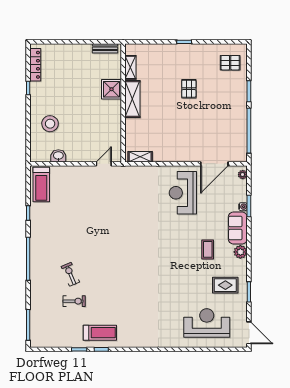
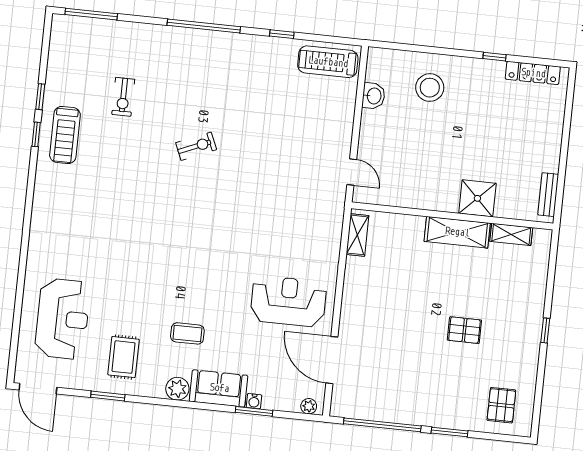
exercise bike: (70, 274) -> (196, 146), moved
door: (249, 333) -> (38, 389), hinge flipped

